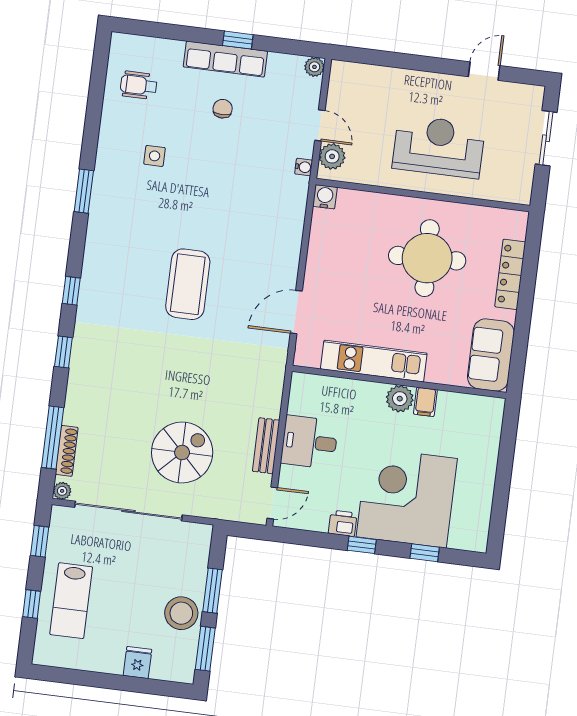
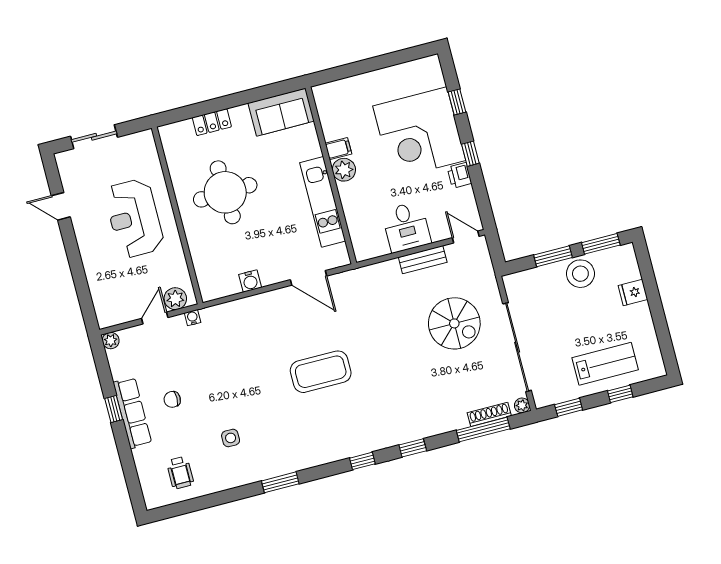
water cooler: (325, 197) -> (250, 281), moved, turned -90
locker: (510, 274) -> (212, 122), width x0.66
spiral stairs: (182, 452) -> (454, 323), turned 180

